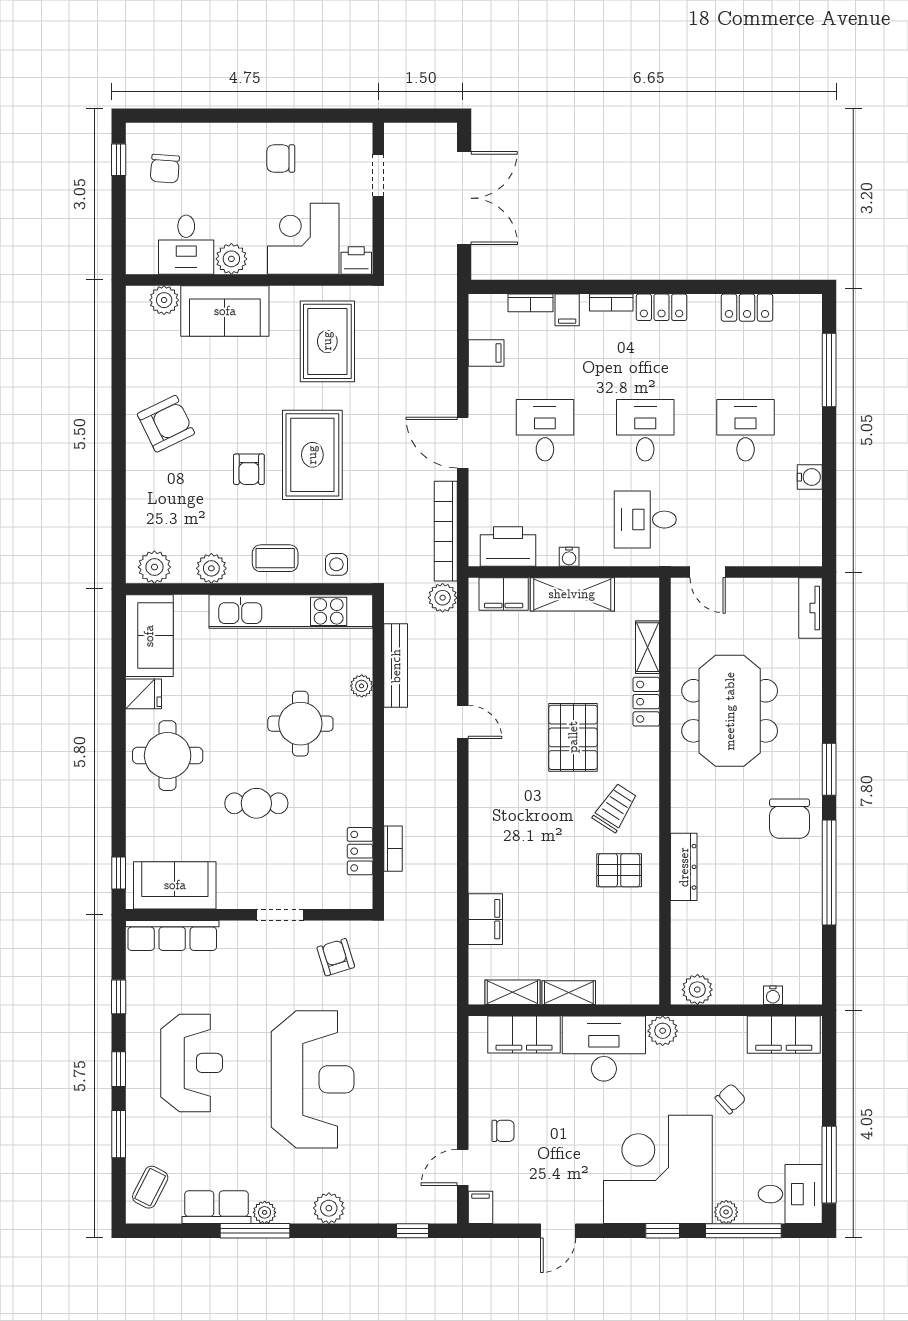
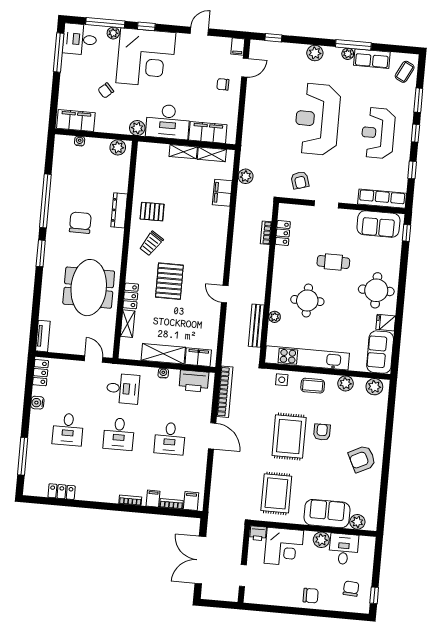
chair: (281, 158) -> (311, 596), moved
locker: (662, 307) -> (41, 373), moved, turned 90
filing cabinet: (486, 353) -> (191, 501), moved, turned 90
plant: (443, 598) -> (246, 176), moved
chair: (790, 819) -> (80, 223), moved

